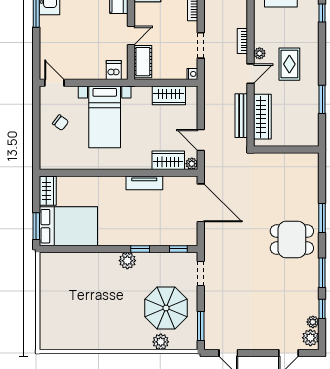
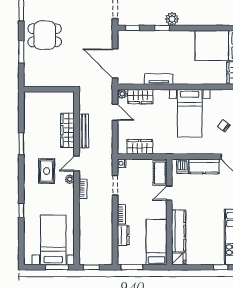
kitchen counter: (86, 70) -> (204, 166), added
bed with nightstands: (105, 117) -> (190, 113), moved, turned 180
wall: (286, 150) -> (49, 89), moved

